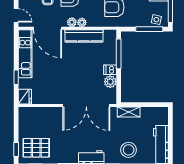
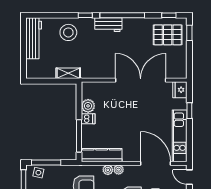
plant: (72, 22) -> (108, 170), moved
kitchen counter: (84, 36) -> (102, 155), moved
double door: (86, 106) -> (141, 80), moved

